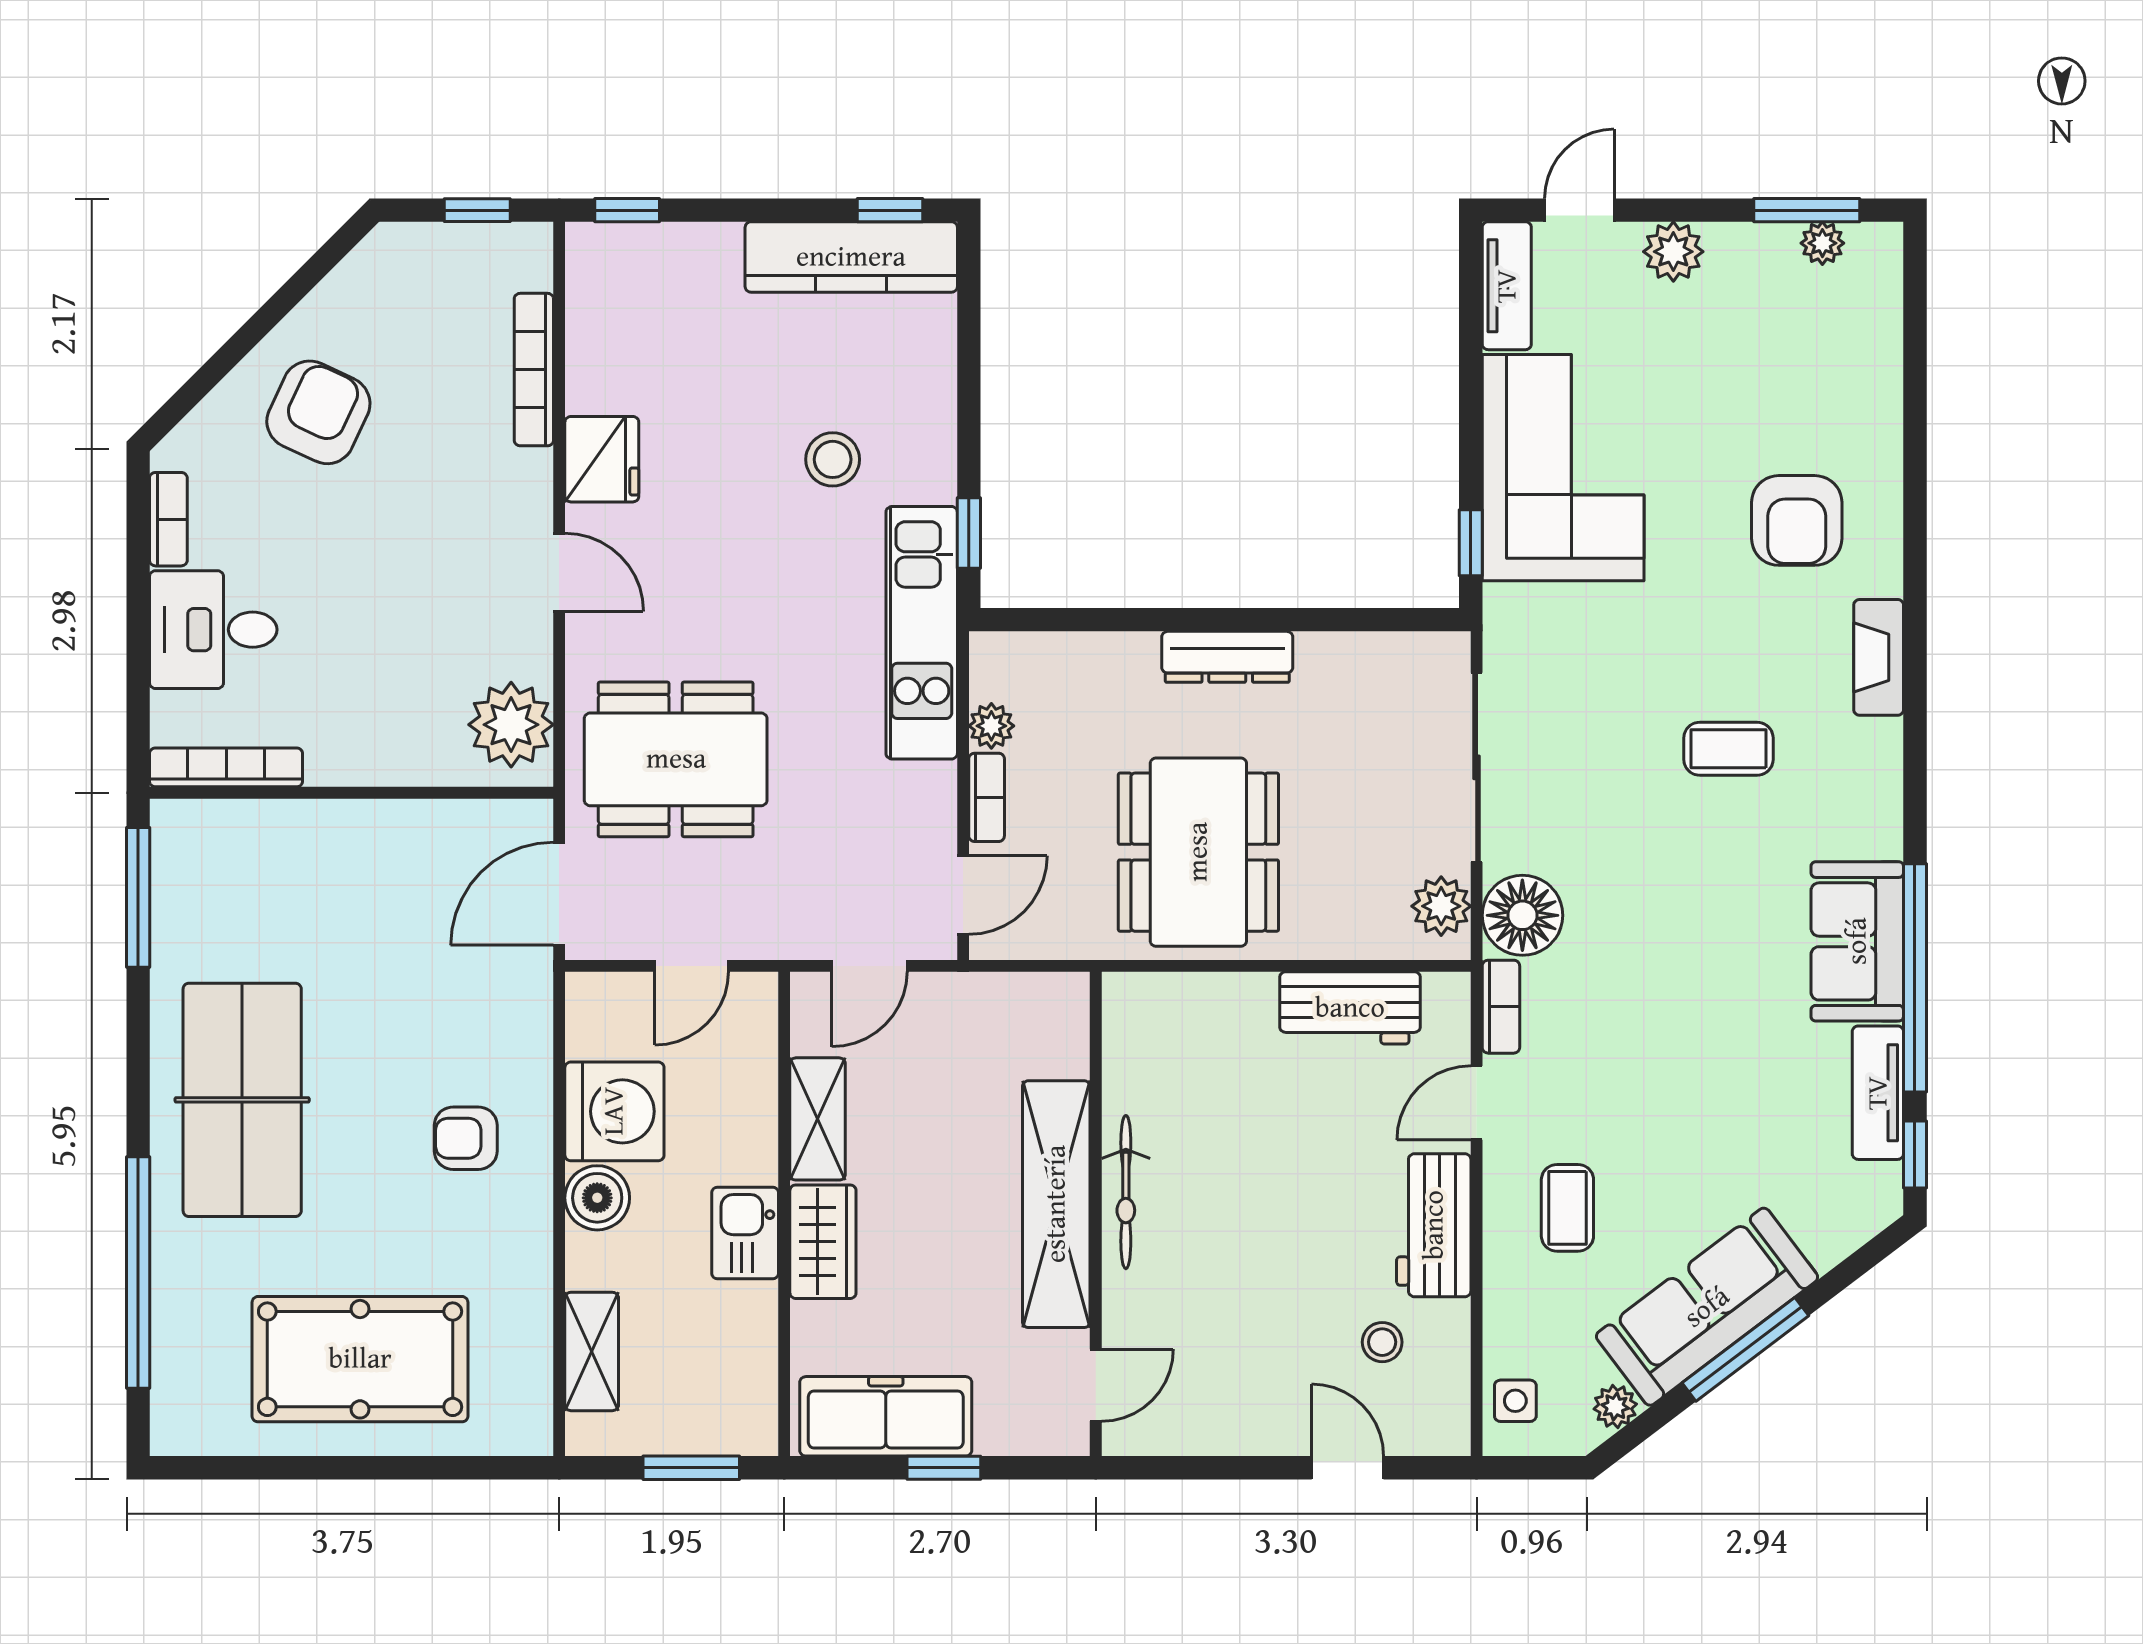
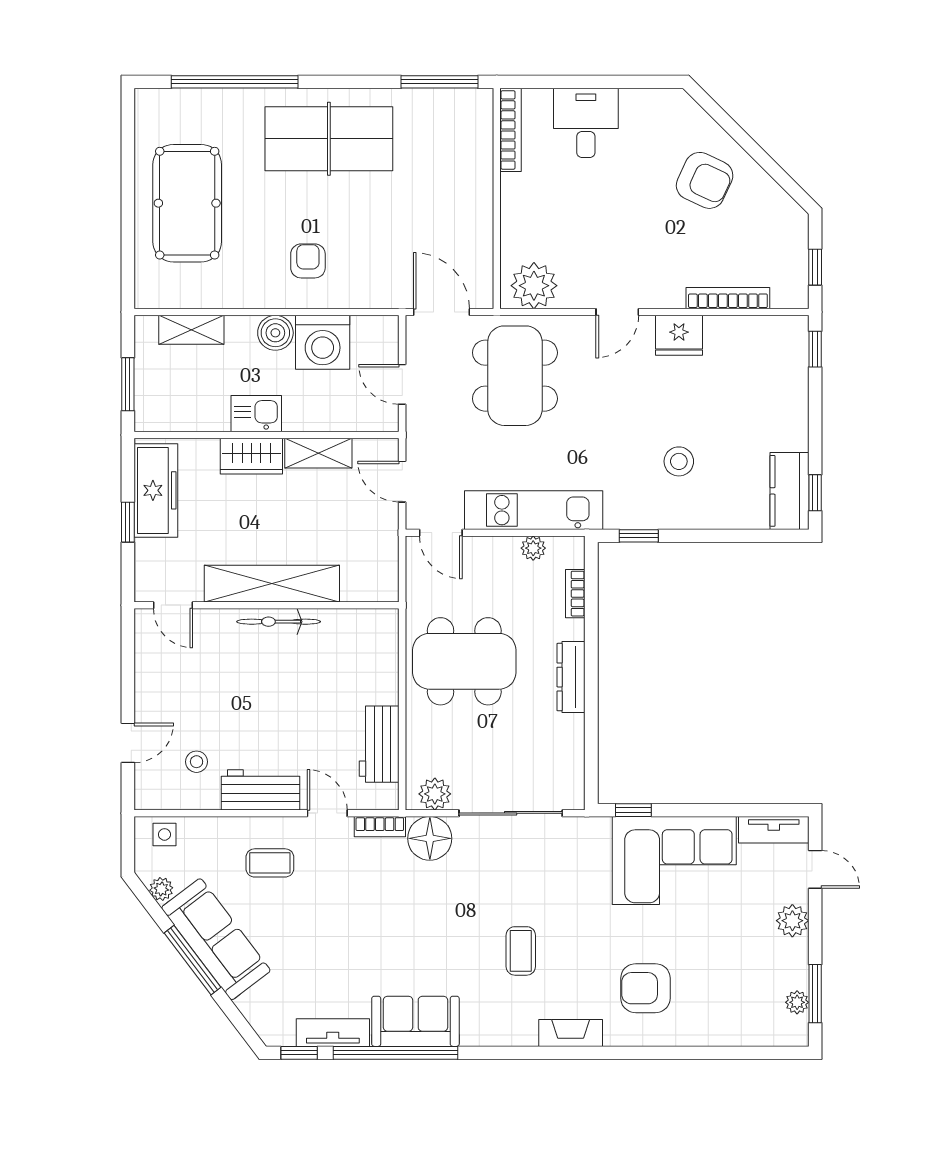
kitchen counter: (851, 257) -> (789, 491), width x0.67
bookcase: (168, 519) -> (646, 98), removed
kitchen unit: (922, 633) -> (534, 510), moved
bookcase: (987, 797) -> (575, 594), moved, turned 90

